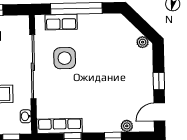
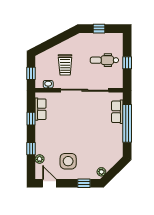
side table: (65, 58) -> (68, 161), moved
window: (159, 81) -> (84, 183), moved
row of seats: (60, 126) -> (41, 109), width x0.68

